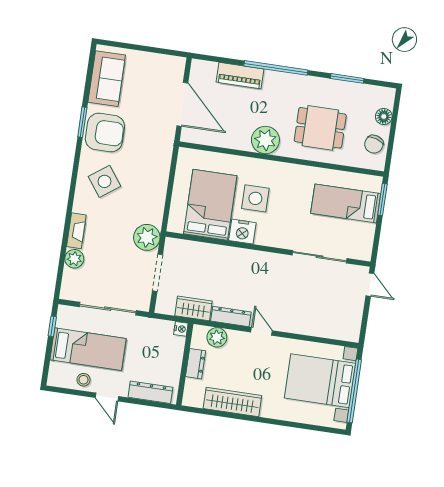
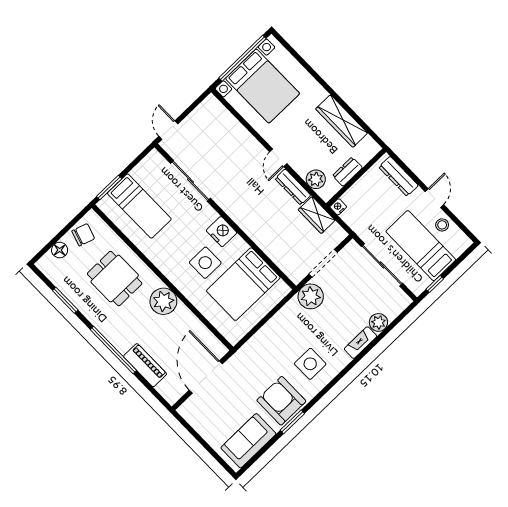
side table: (104, 181) -> (310, 364), turned 36
nightstand: (242, 232) -> (222, 232), moved

